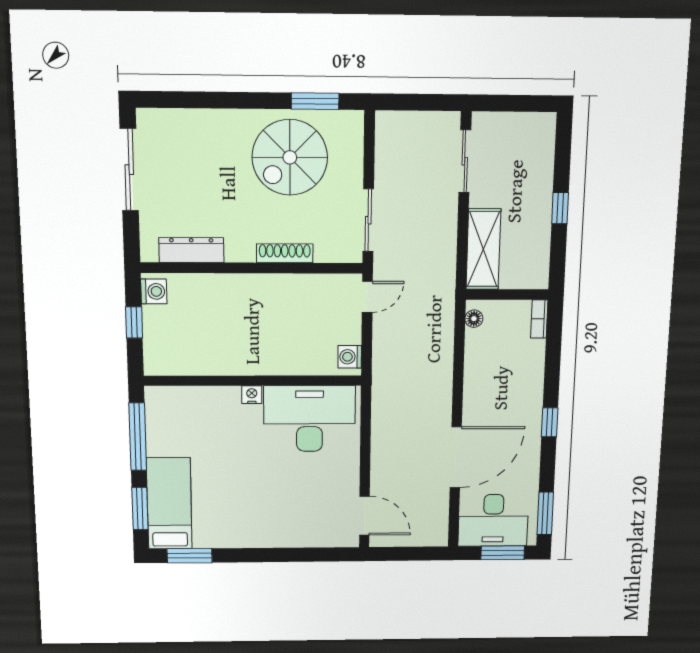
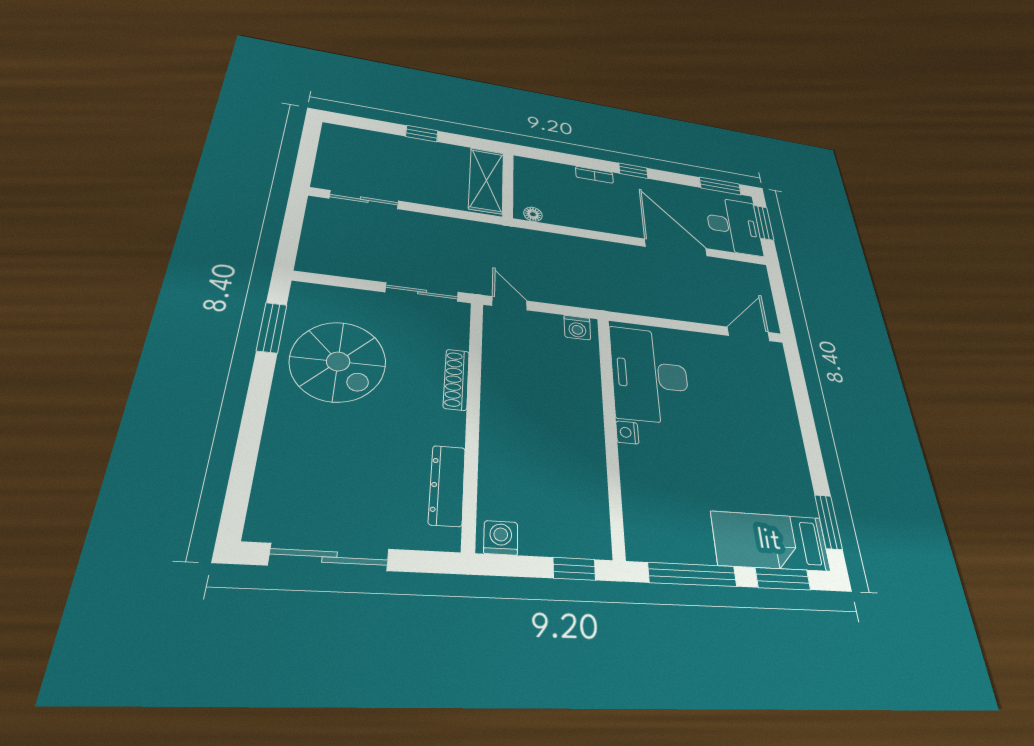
shelving: (483, 249) -> (486, 180), moved, turned 90
bookcase: (539, 319) -> (594, 175), moved
window: (134, 322) -> (574, 569), moved

